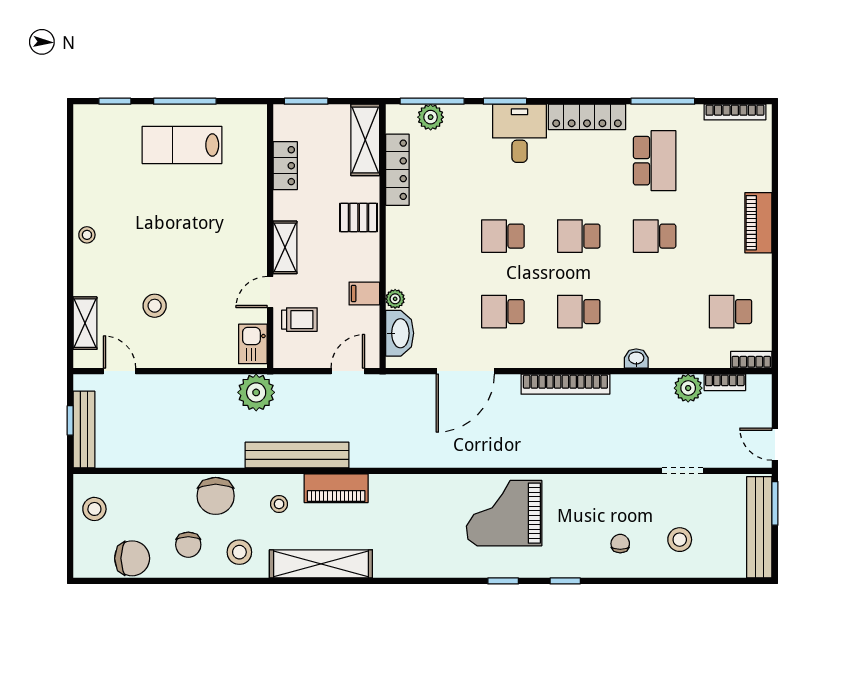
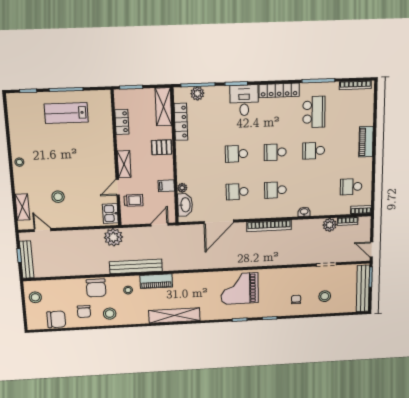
shelving: (321, 564) -> (174, 315), moved

